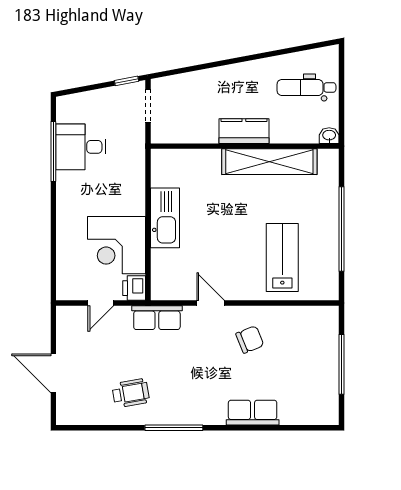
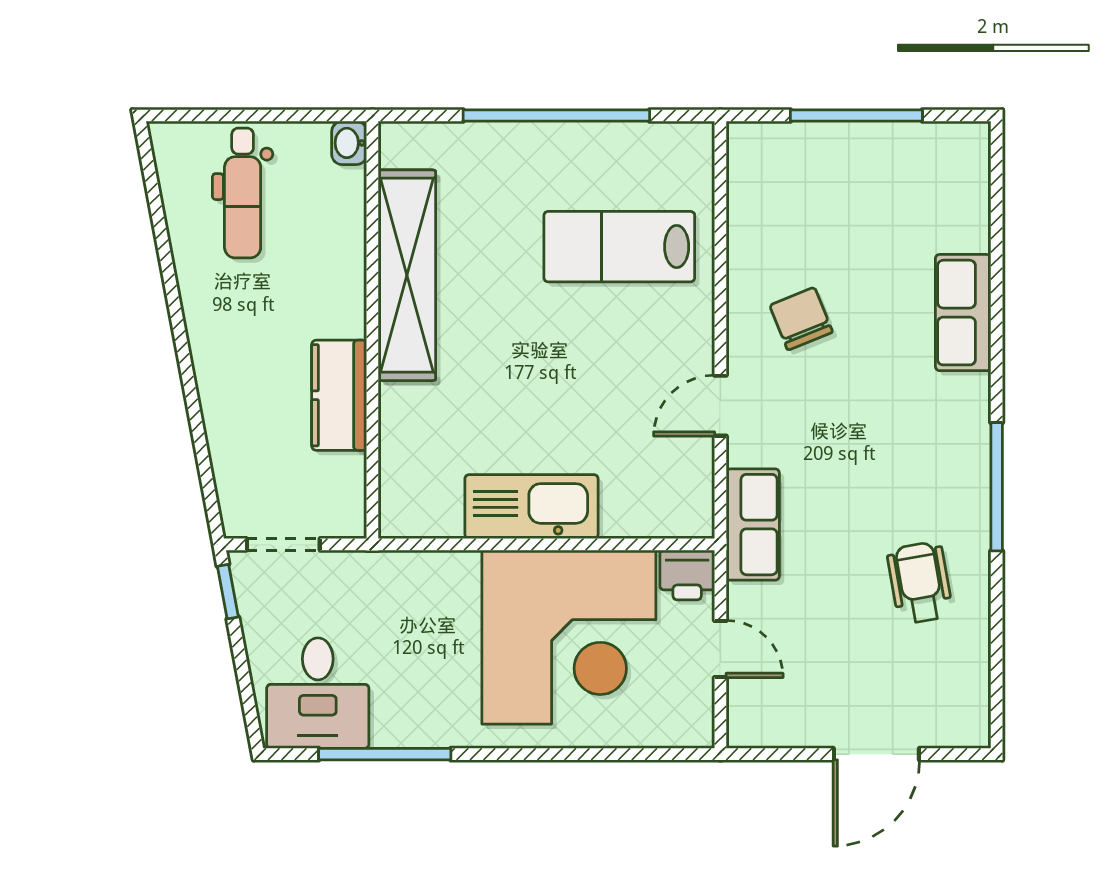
kitchen counter: (244, 131) -> (339, 395), moved
desk: (81, 147) -> (318, 693), moved
corner desk: (116, 245) -> (569, 637), width x1.36, depth x1.36

